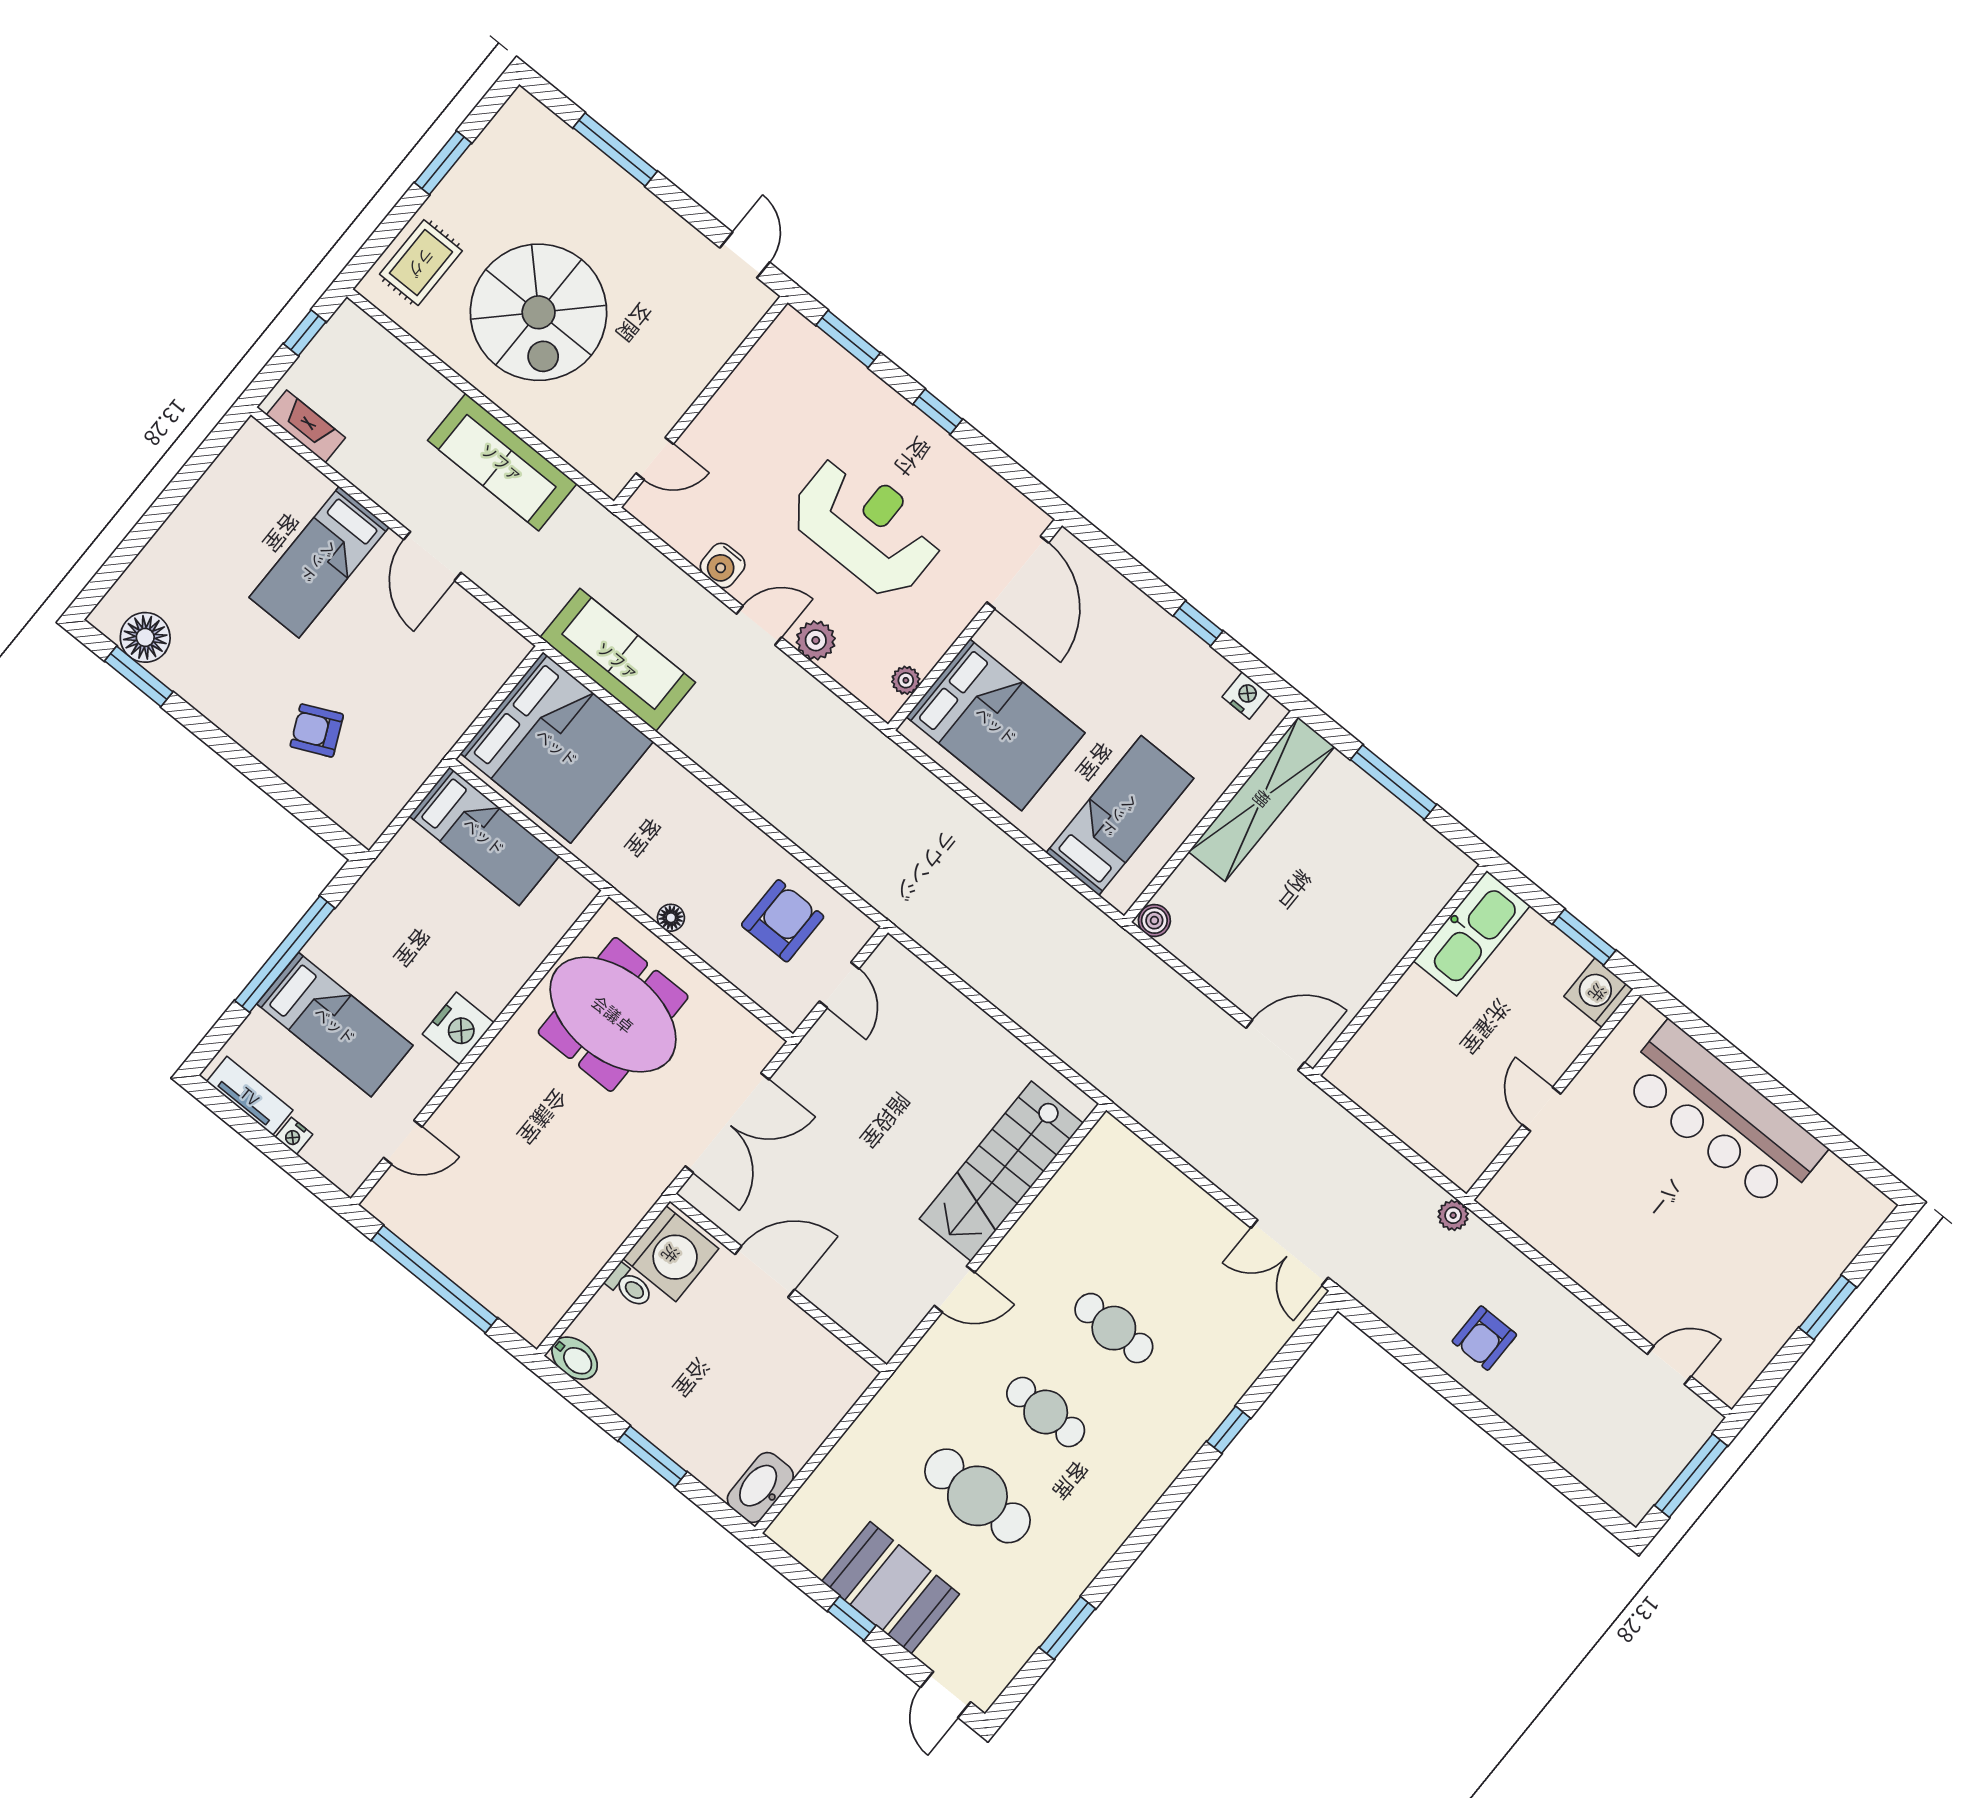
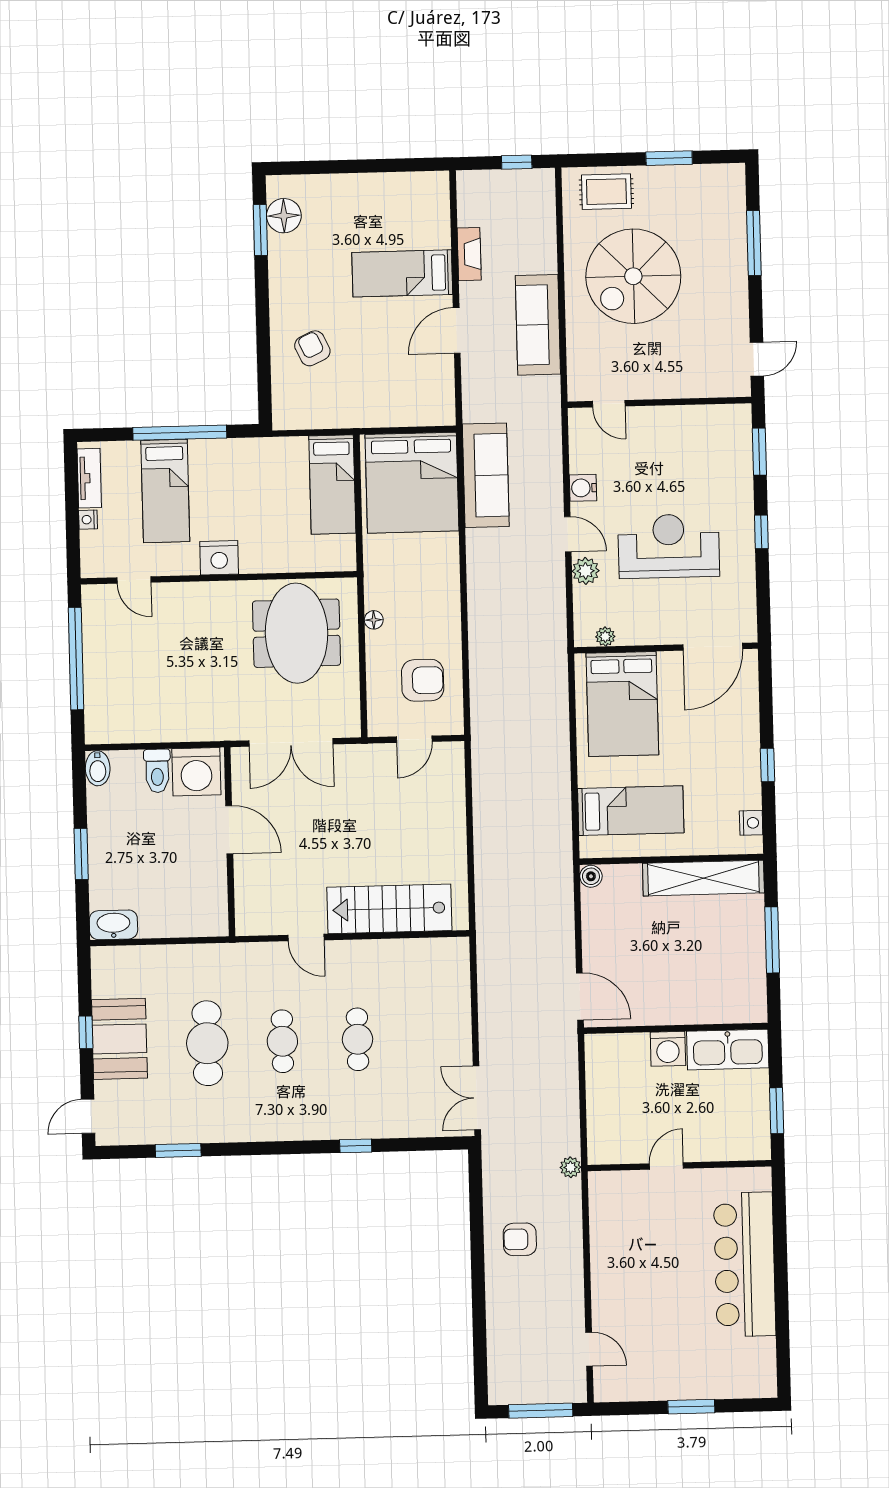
fireplace: (306, 426) -> (469, 254), moved
reception desk: (867, 526) -> (669, 546), turned -90
washing machine: (1598, 993) -> (668, 1049), moved, turned 180
toilet: (630, 1286) -> (157, 771), width x1.37, depth x1.39

